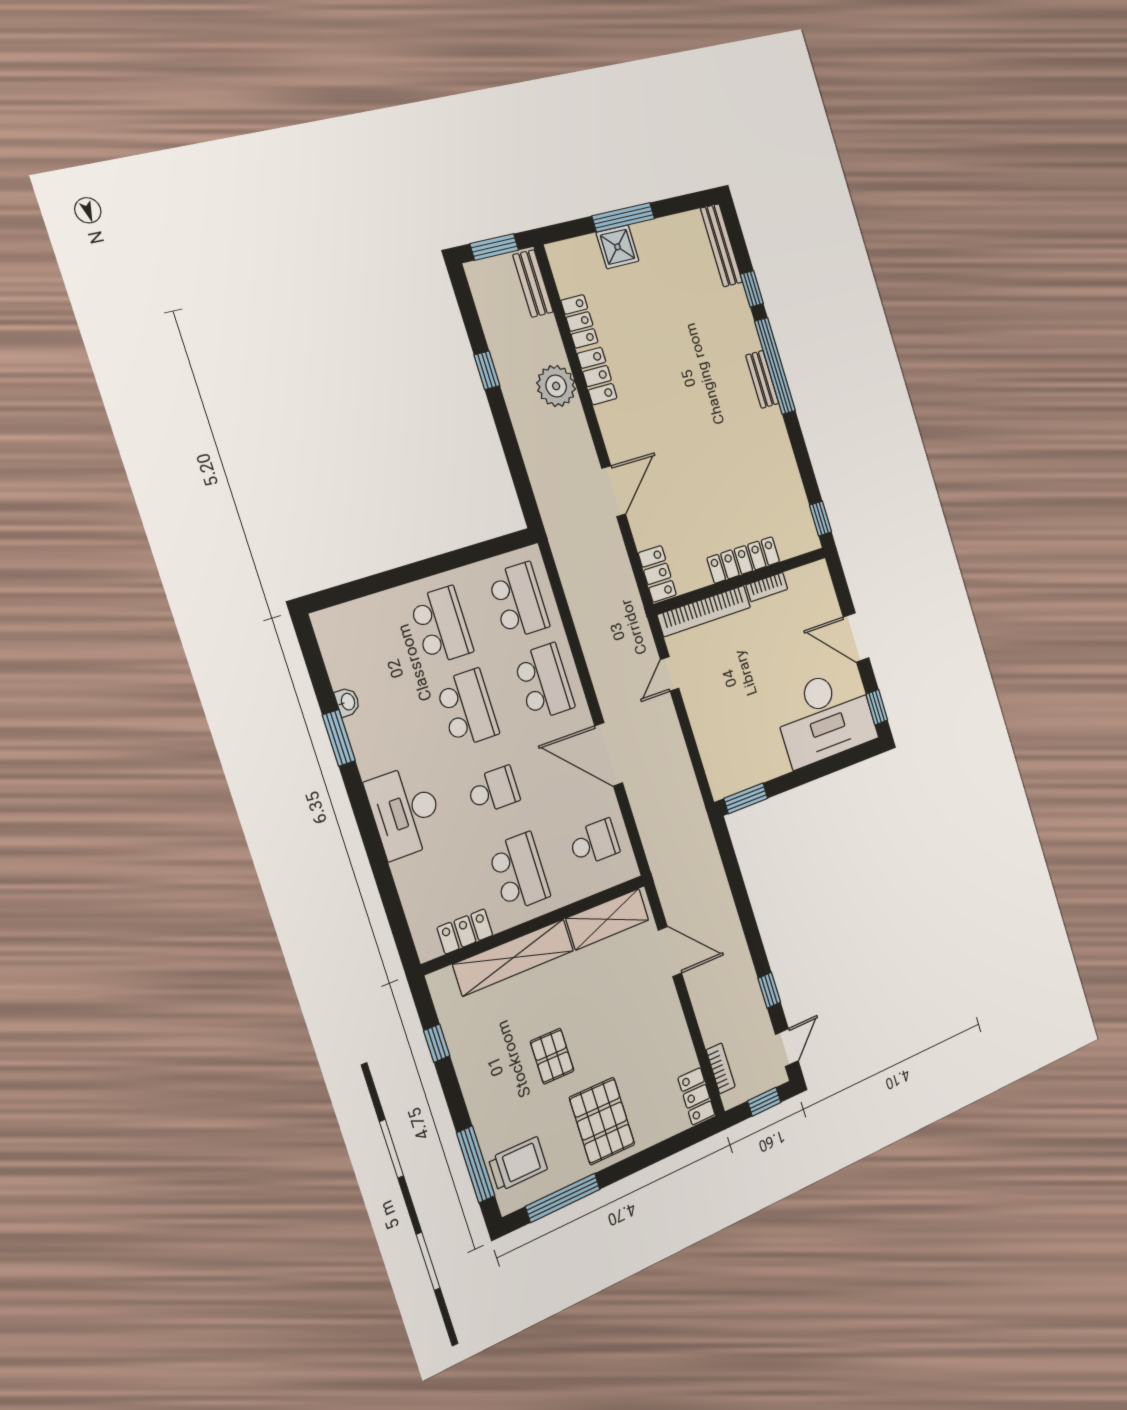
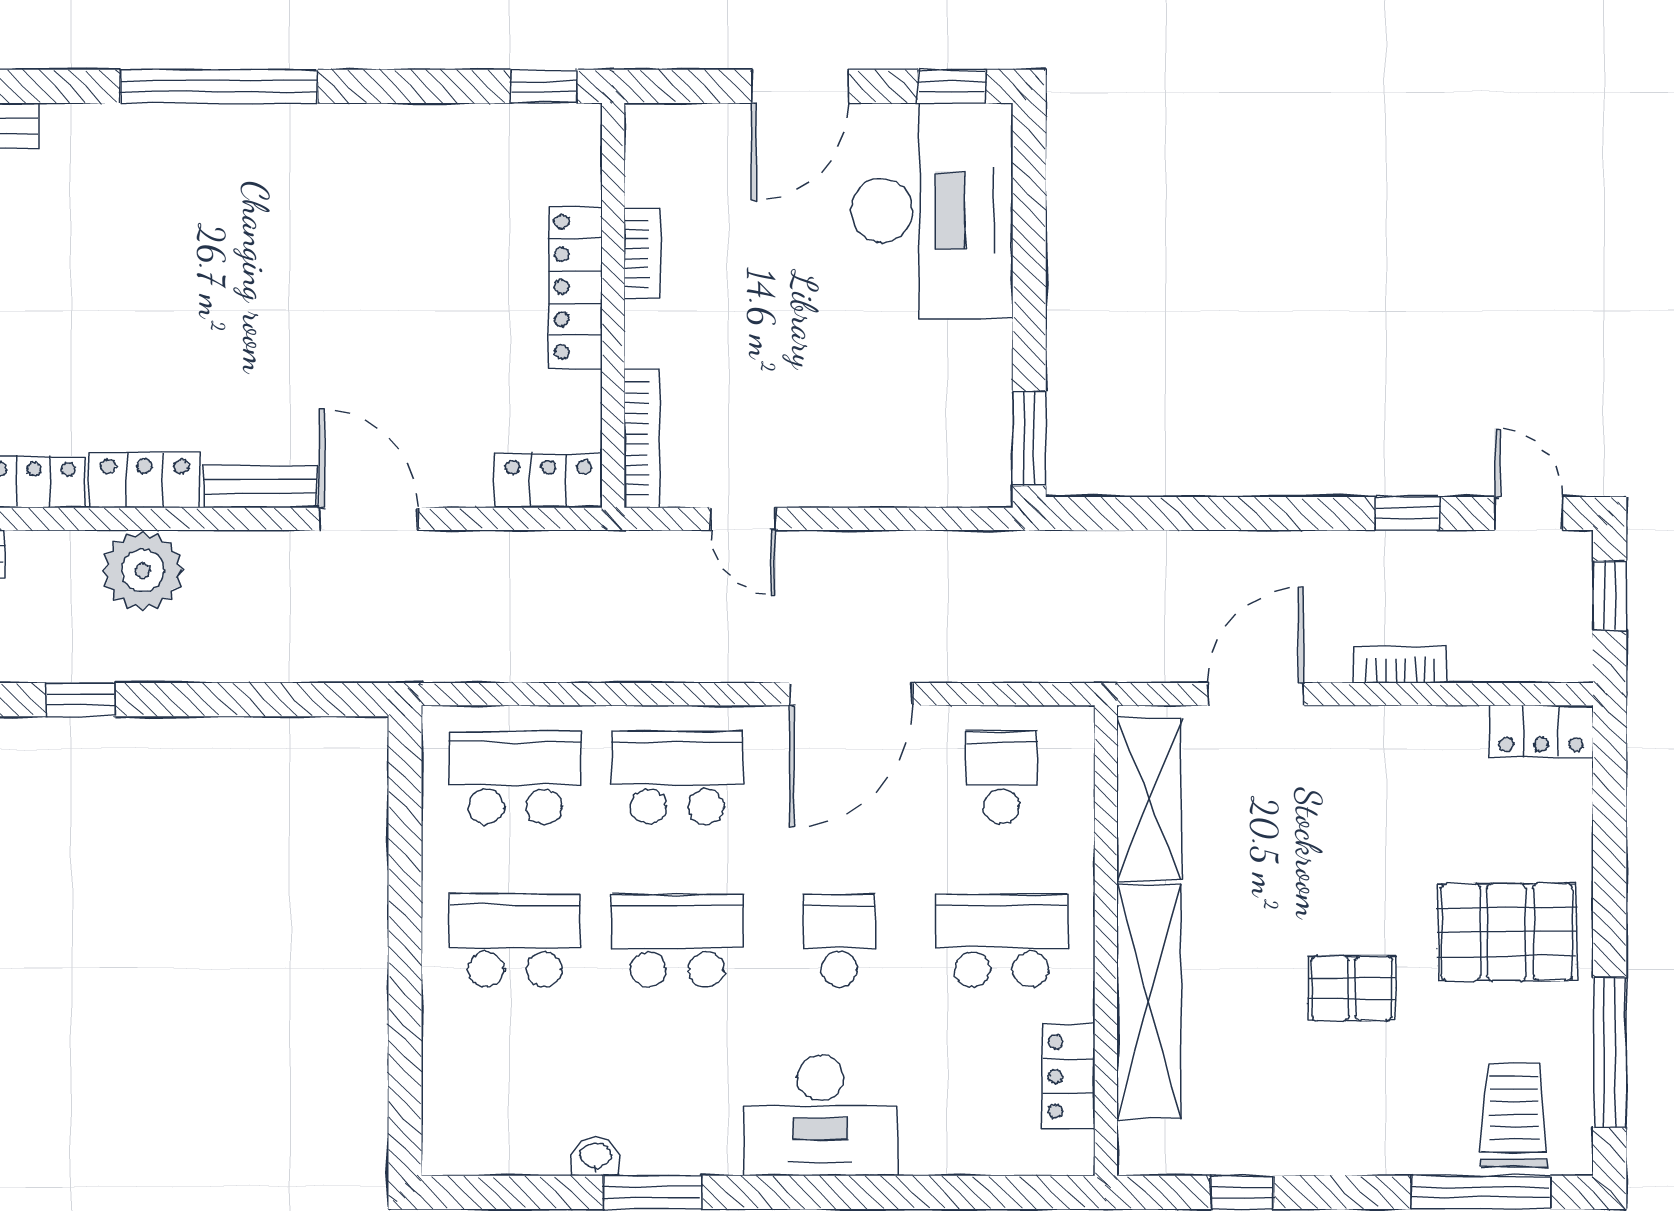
window: (752, 289) -> (56, 86), removed
bench: (762, 379) -> (260, 487), moved
bookcase: (704, 611) -> (642, 439), width x0.68, depth x0.76
bookcase: (721, 1068) -> (1400, 665), moved

